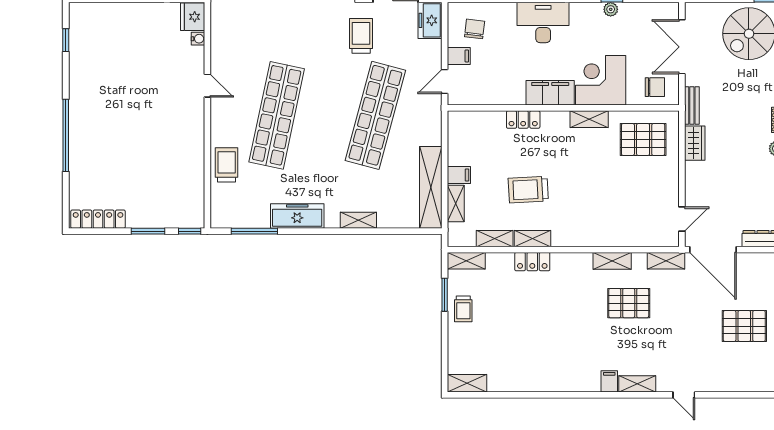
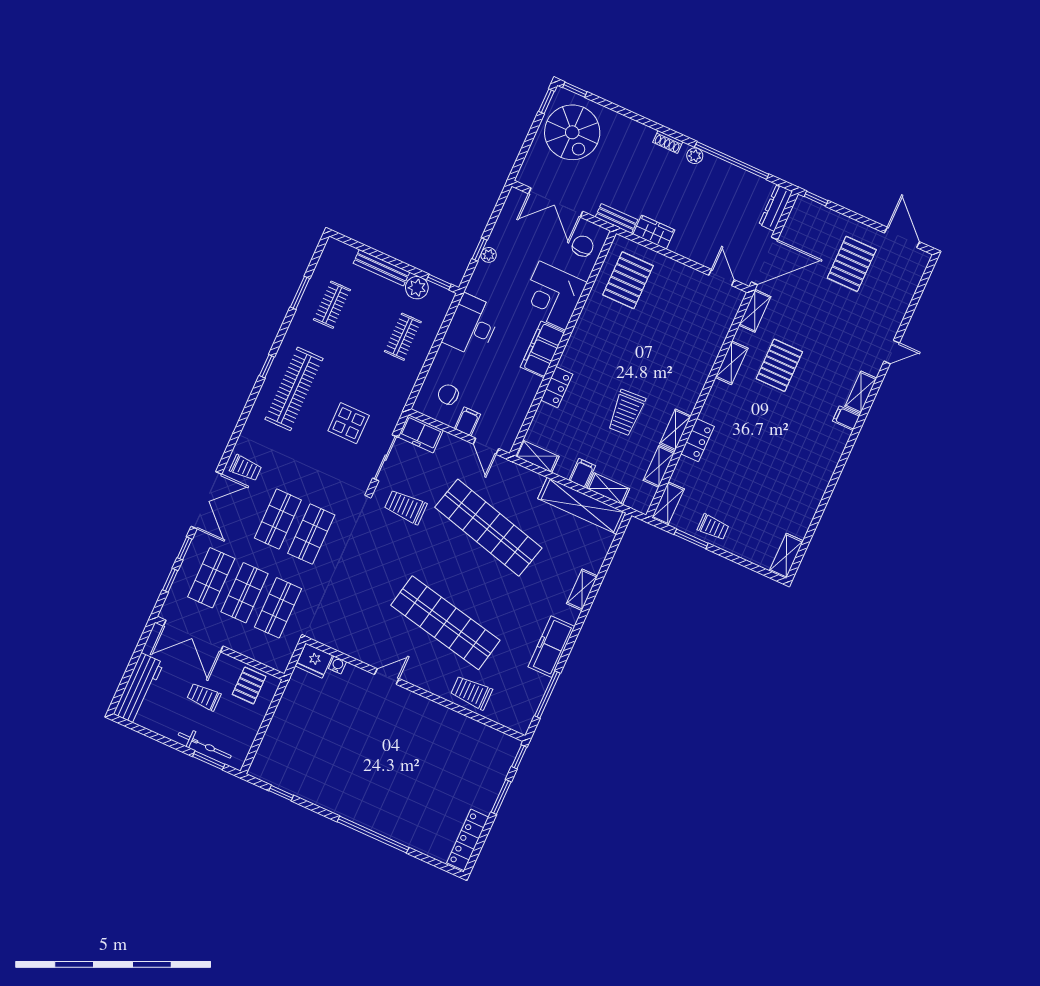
shelving: (589, 119) -> (537, 456), moved, turned 90

